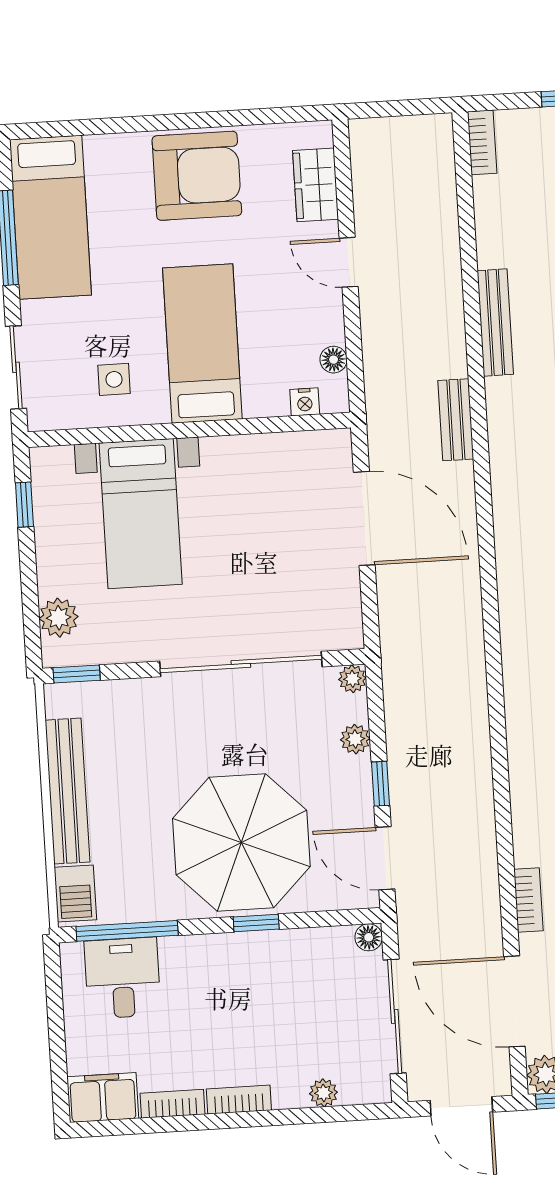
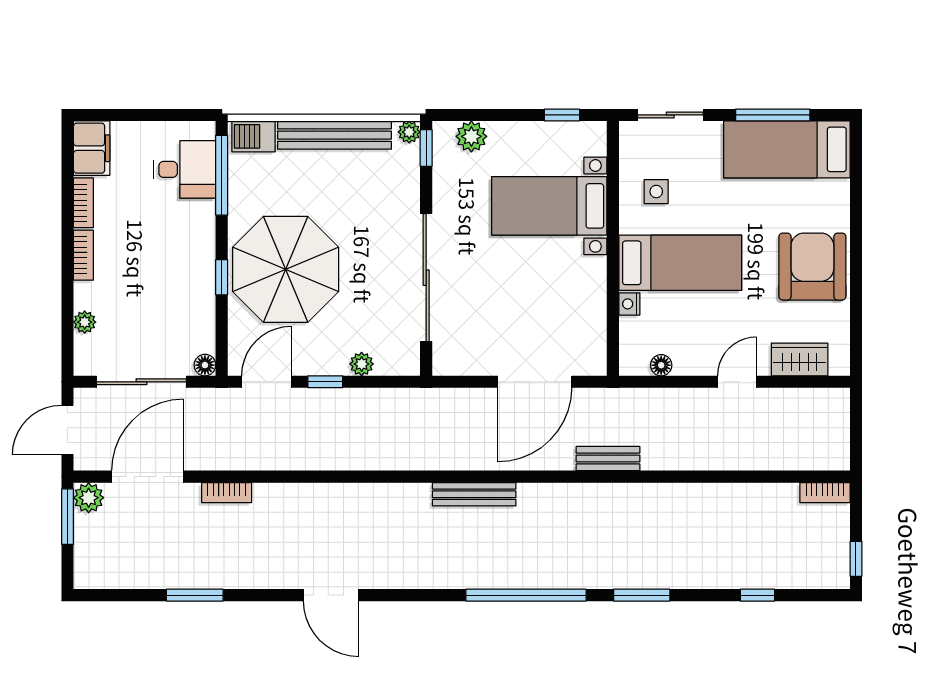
armchair: (197, 176) -> (812, 267), turned 180
bench: (495, 322) -> (474, 494), moved
nightstand: (305, 402) -> (629, 304), moved
plant: (352, 679) -> (409, 132), moved

